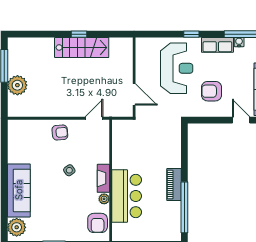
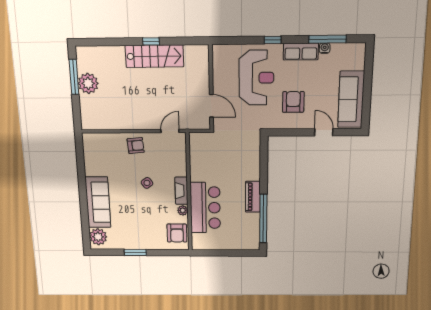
plant: (17, 85) -> (88, 83), moved
armchair: (212, 91) -> (293, 102), turned 90

